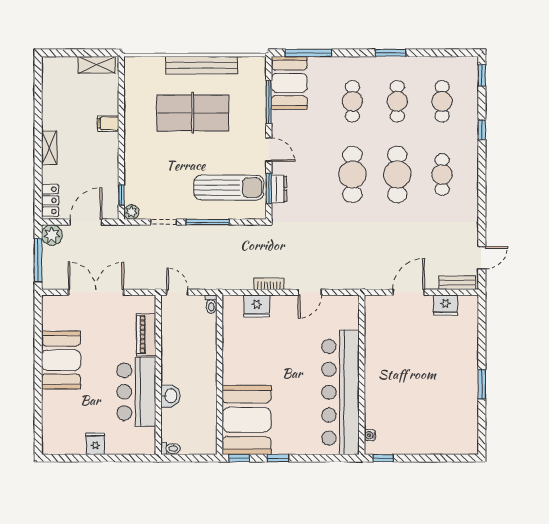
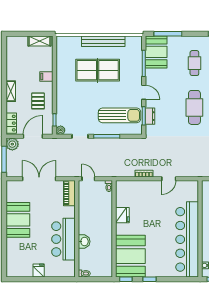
pallet: (94, 164) -> (38, 101), added
fridge: (257, 306) -> (122, 215), moved, turned -90
piano: (146, 334) -> (69, 193), moved

